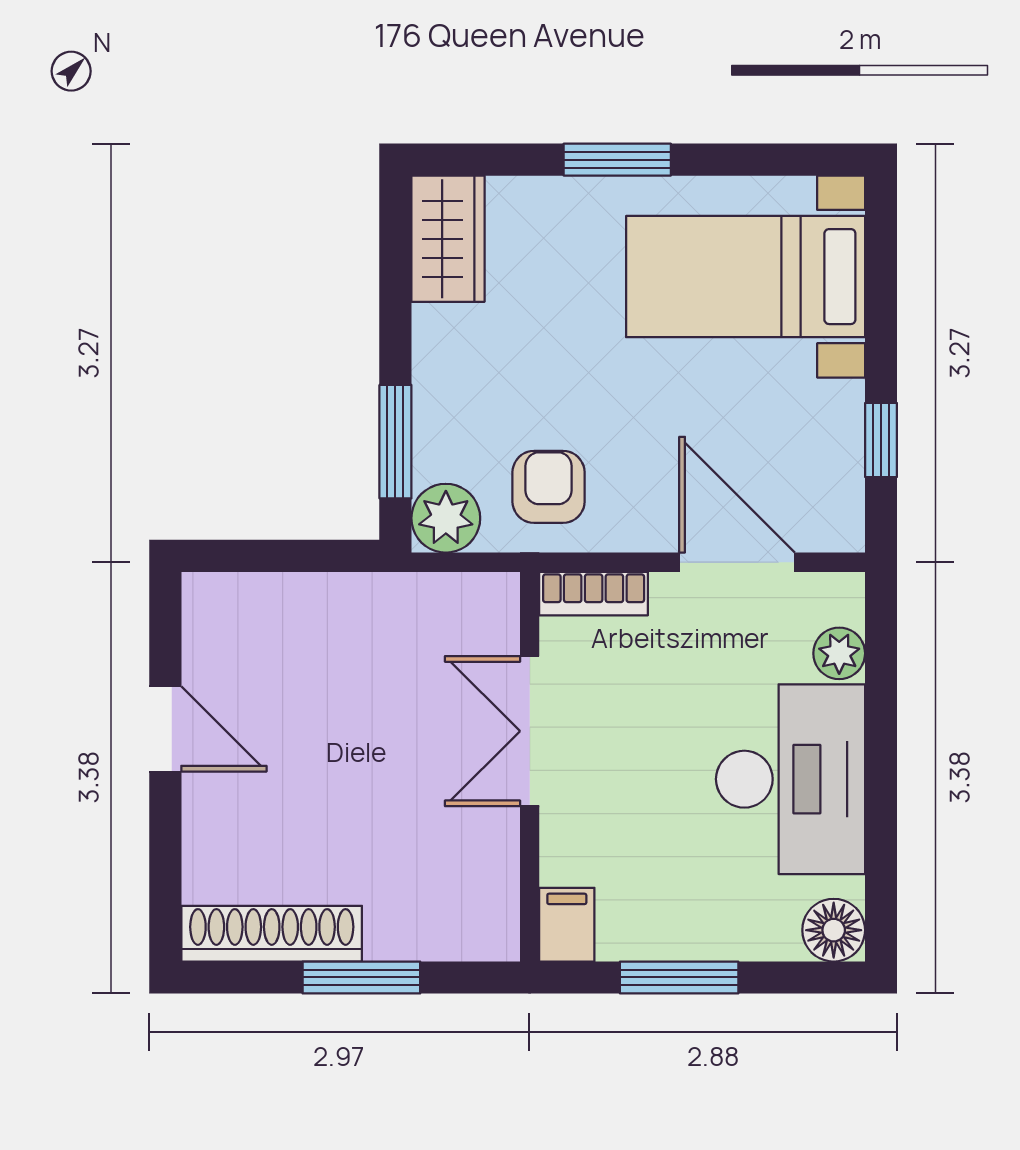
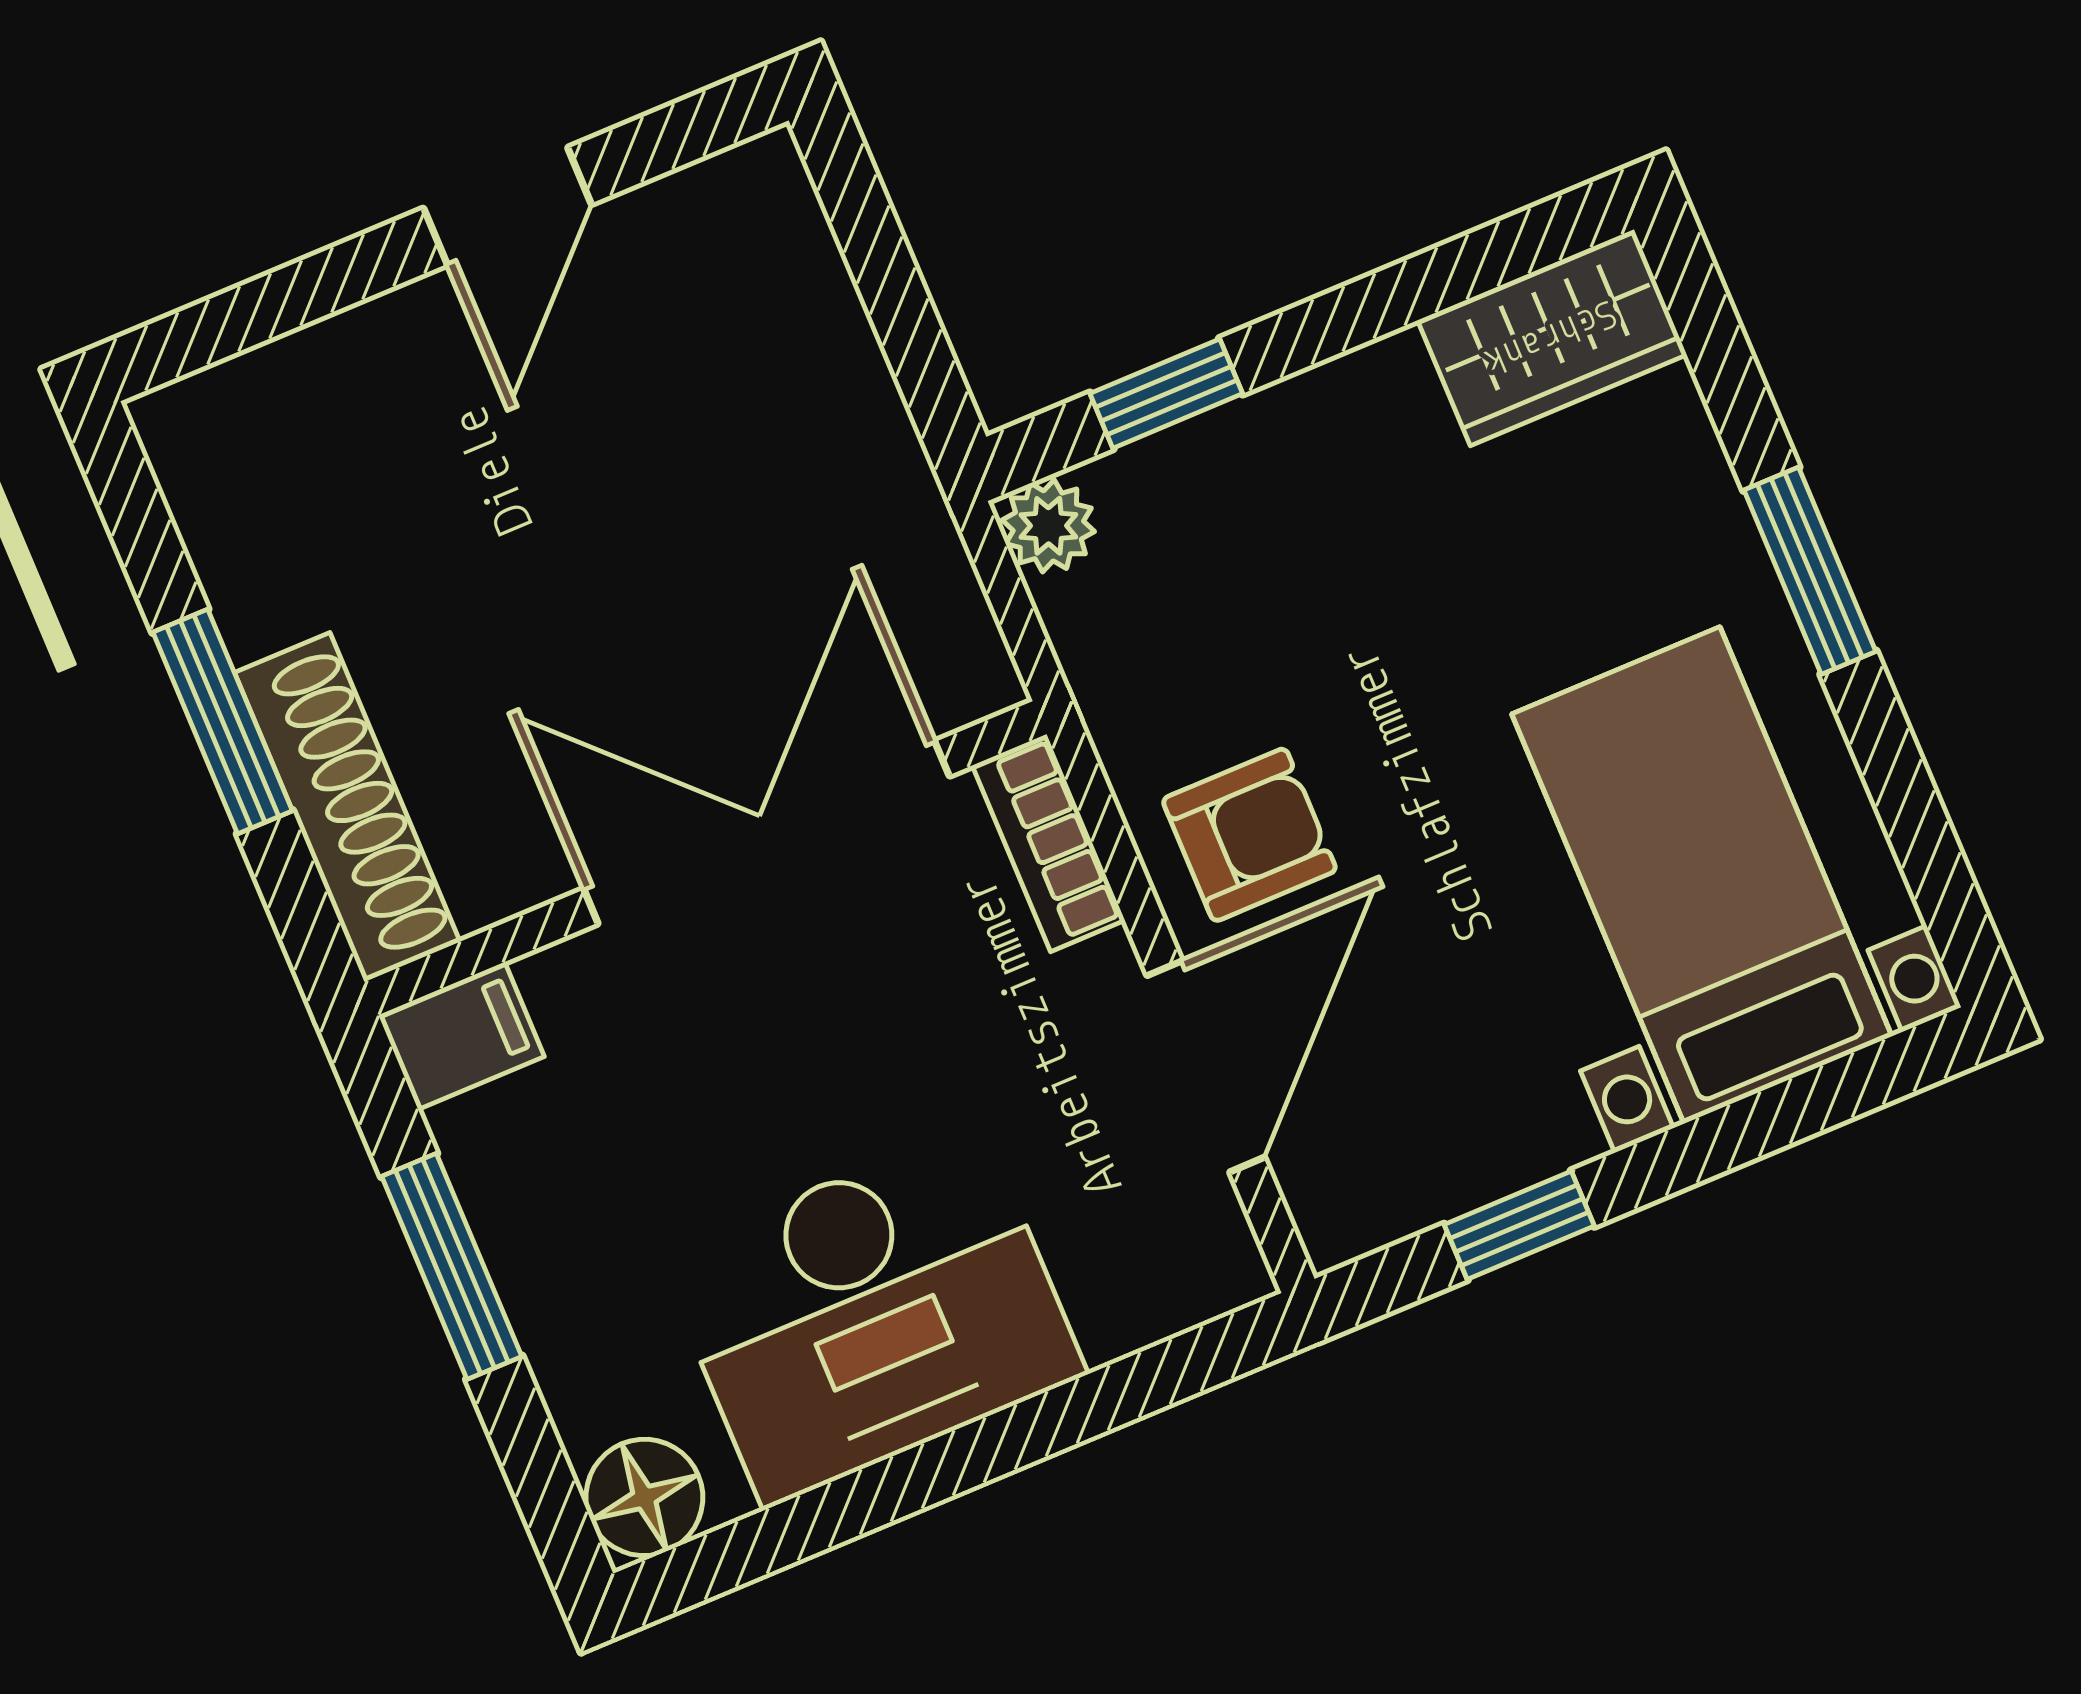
window: (395, 442) -> (1166, 394), width x0.67
armchair: (549, 487) -> (1249, 835), moved
plant: (446, 518) -> (1048, 526), width x0.73, depth x0.73
plant: (839, 653) -> (1123, 1307), removed
double door: (530, 731) -> (766, 832), width x1.37
shoe rack: (272, 934) -> (347, 807), moved

